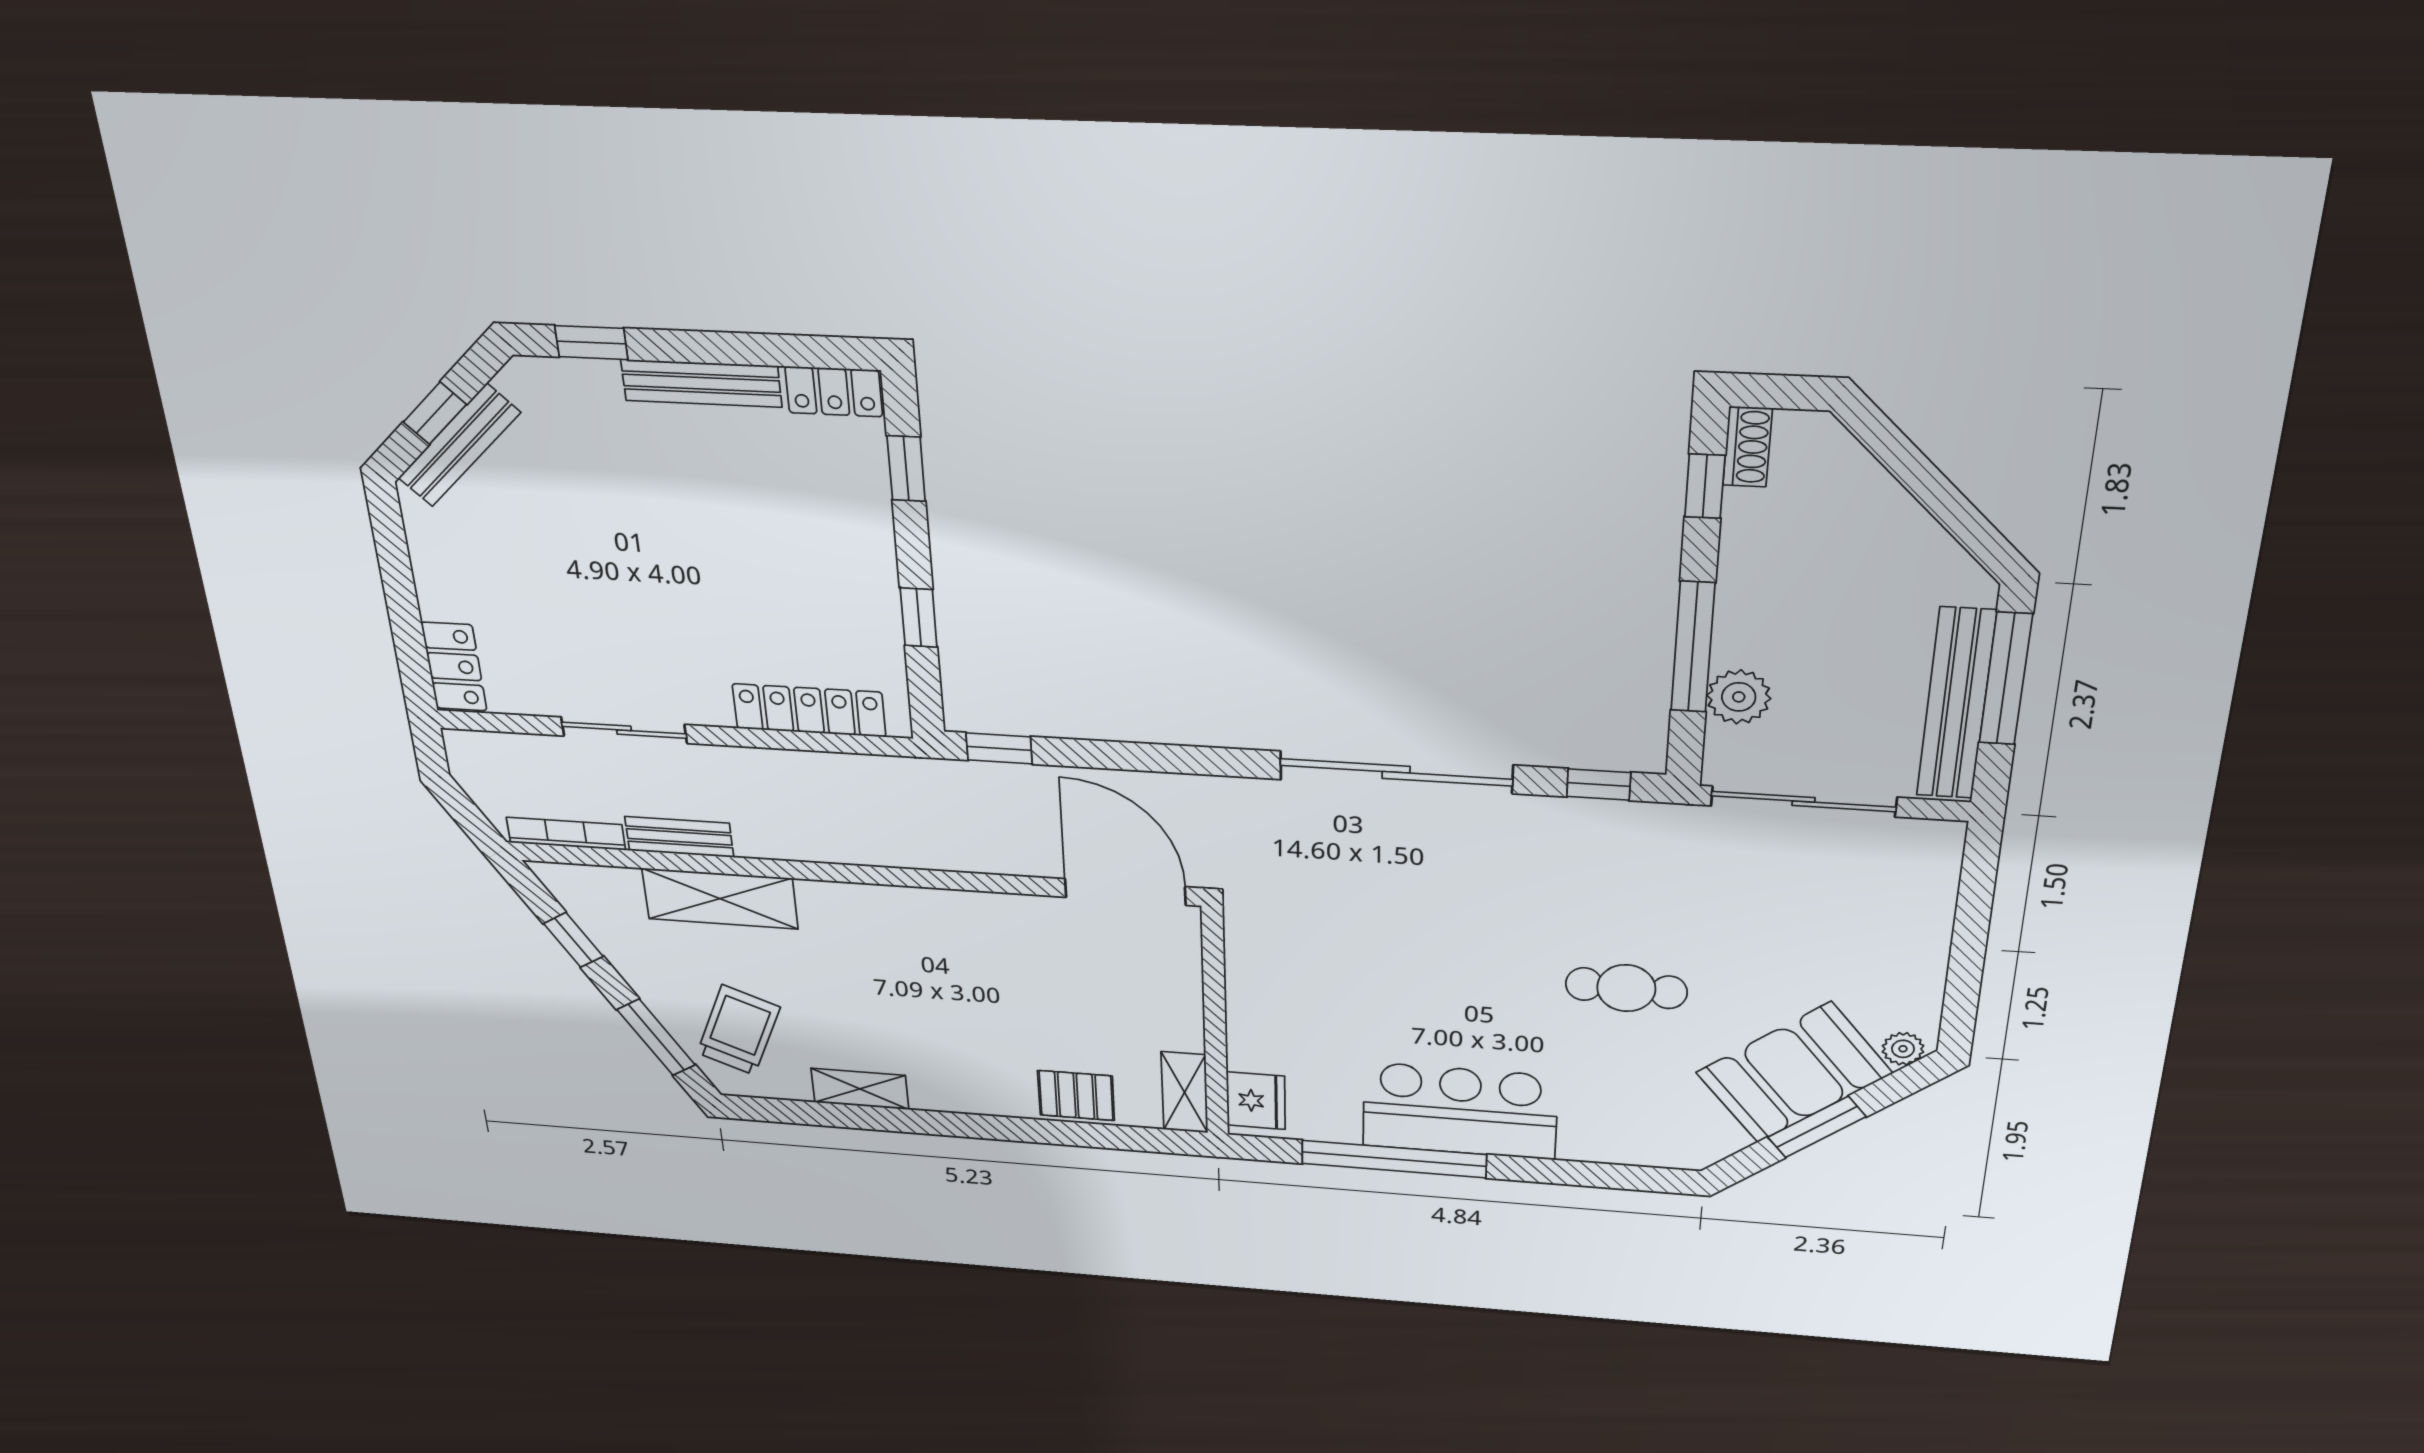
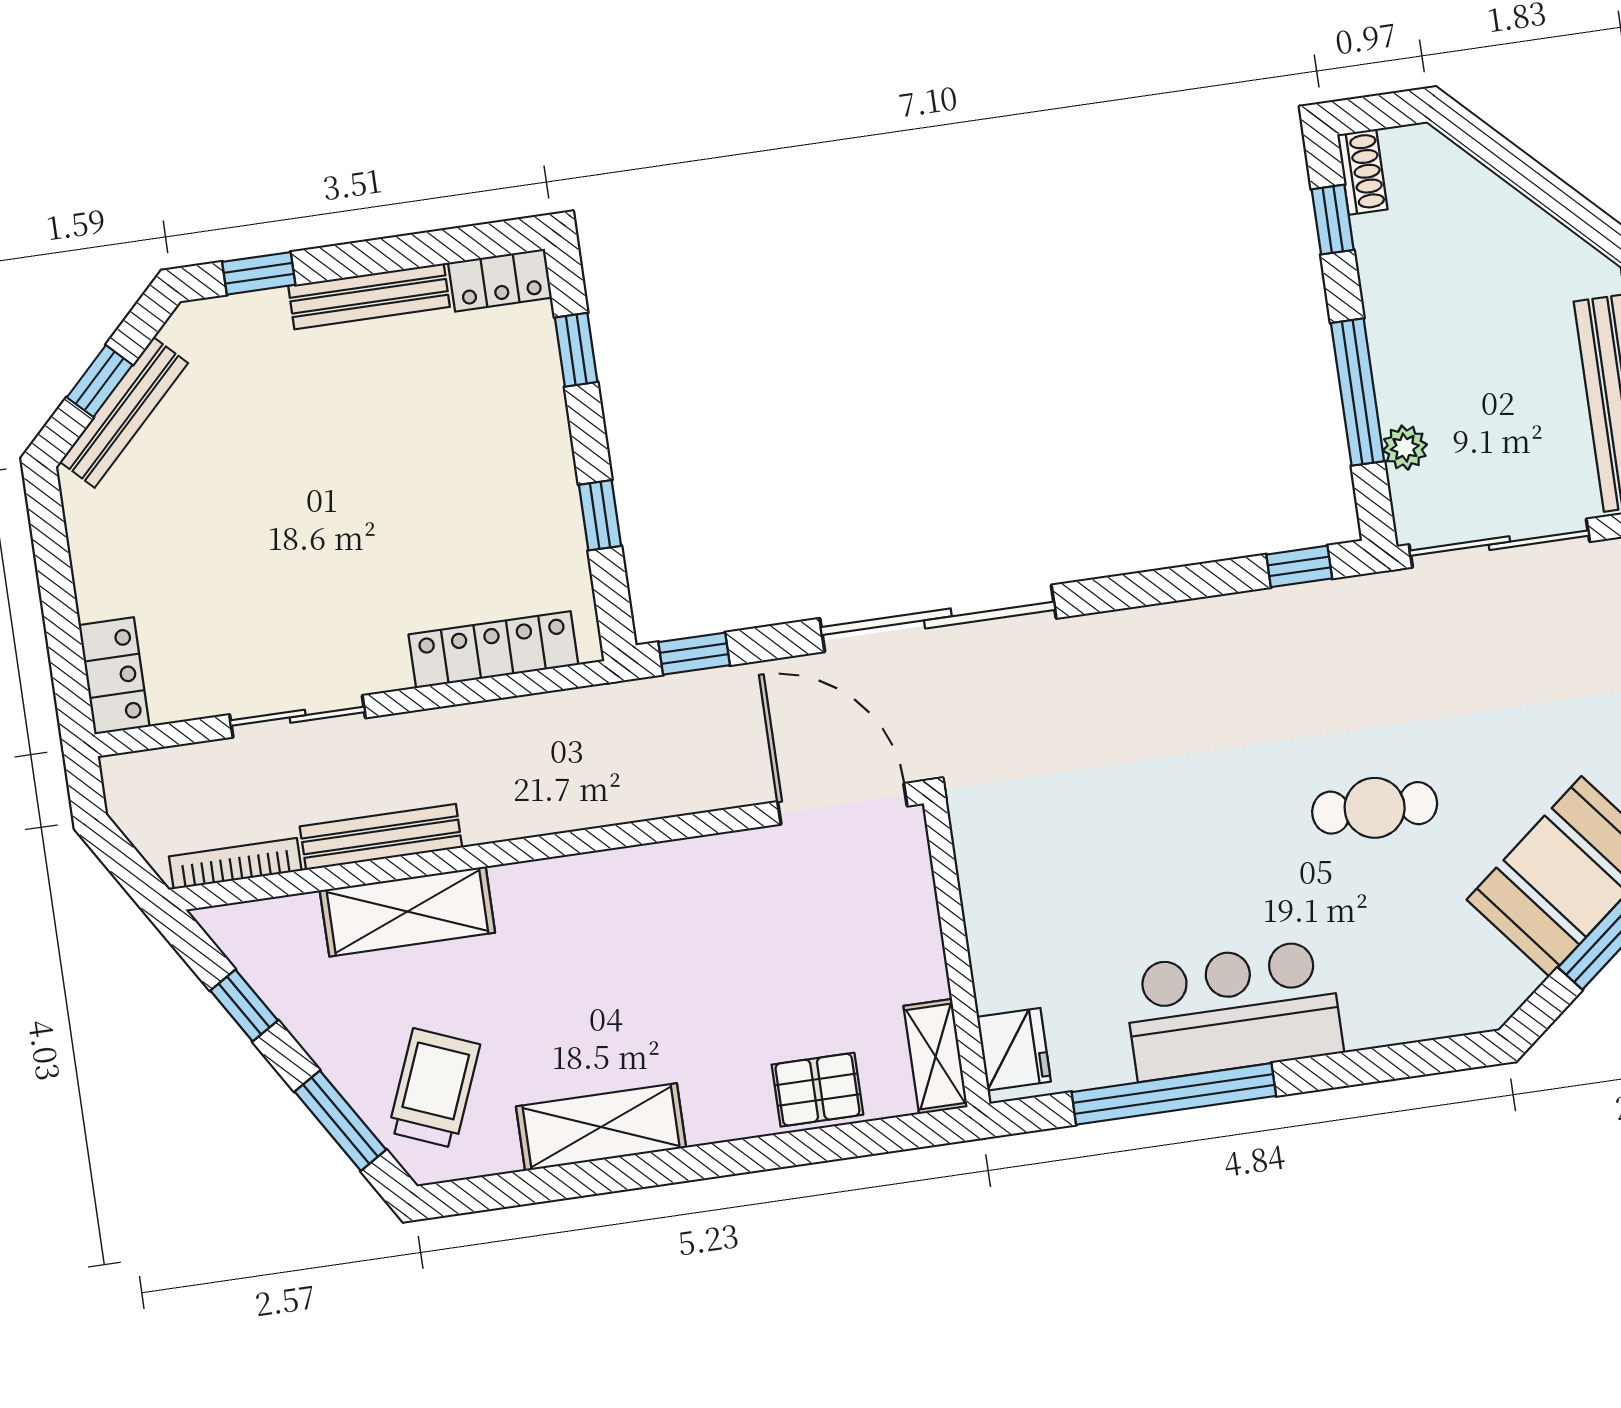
plant: (1739, 697) -> (1405, 448), width x0.73, depth x0.73
sliding door: (1396, 772) -> (938, 618), moved
bench: (679, 837) -> (381, 837), width x1.36
shelving: (860, 1089) -> (601, 1127), width x1.50, depth x1.33

